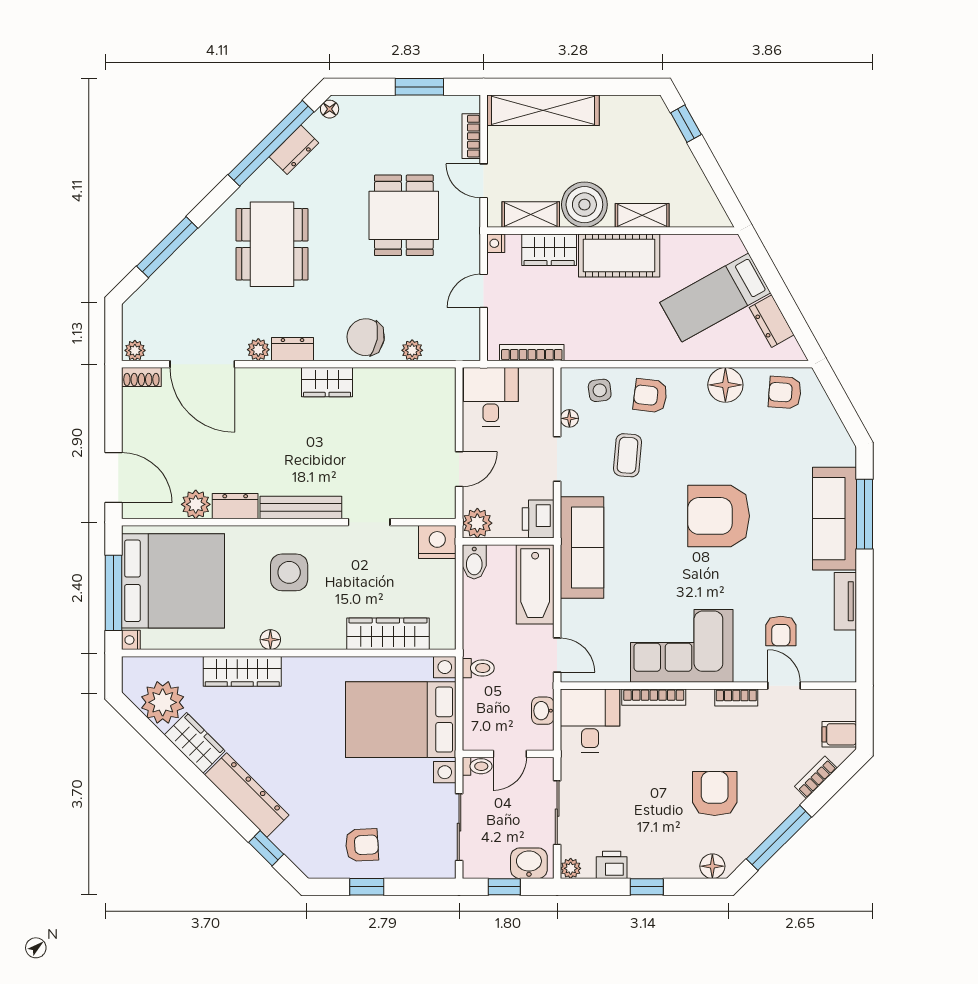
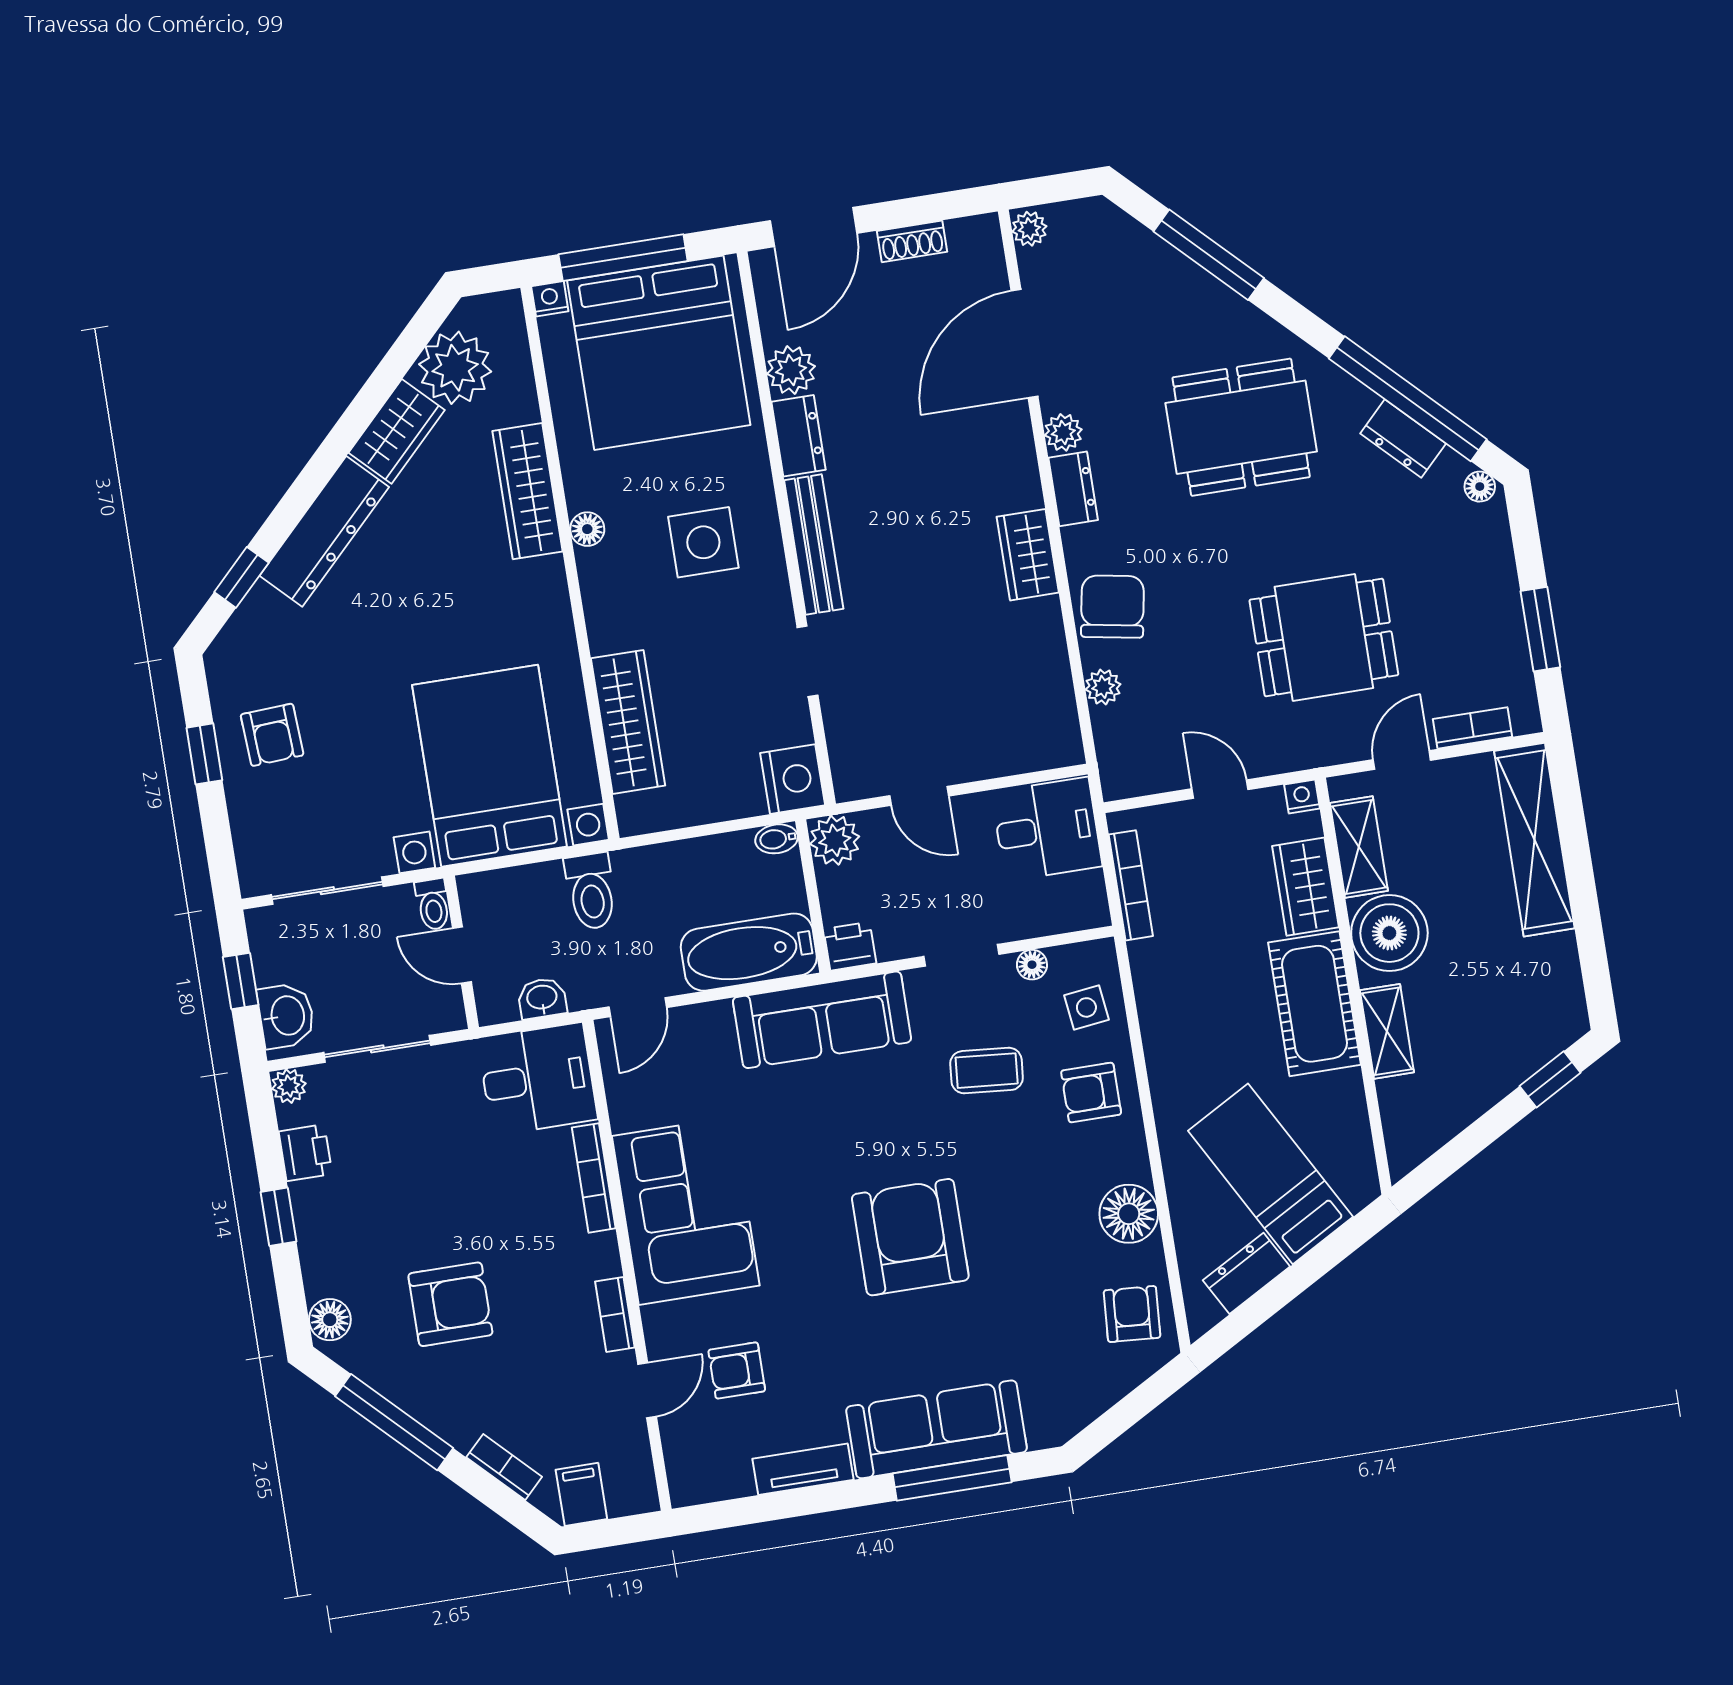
shoe rack: (141, 377) -> (912, 241), moved, turned -90
armchair: (650, 396) -> (1091, 1093), turned -97
printer: (538, 519) -> (850, 946), width x0.73, depth x0.81
bidet: (474, 562) -> (777, 839), width x0.72, depth x0.74
toilet: (478, 668) -> (591, 891), width x1.37, depth x1.39

